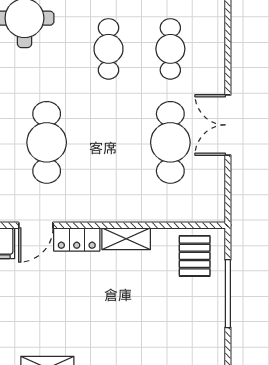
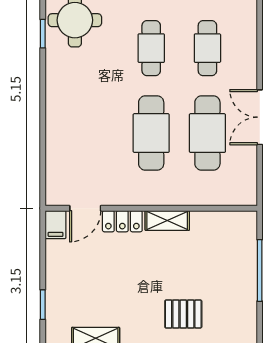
cafe table: (47, 142) -> (151, 133), moved
pallet: (195, 256) -> (183, 314), moved, turned 90

